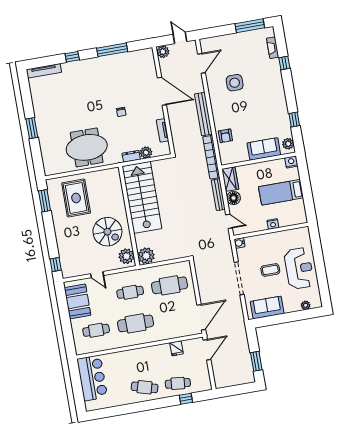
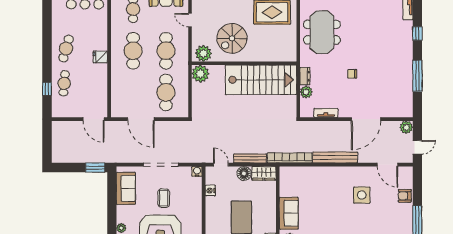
armchair: (225, 136) -> (405, 196), moved
door: (229, 221) -> (221, 165), swing flipped
nightstand: (273, 224) -> (210, 191), moved
door: (97, 275) -> (190, 20), hinge flipped
cafe table: (130, 292) -> (166, 51), width x1.37, depth x1.35
door: (201, 317) -> (141, 119), moved
fridge: (176, 348) -> (100, 57), moved
window: (256, 361) -> (95, 168), moved

